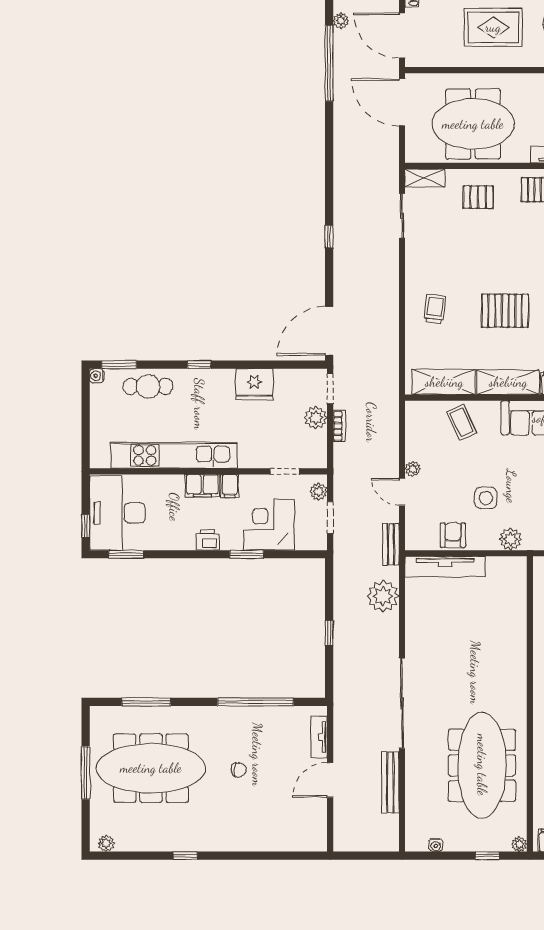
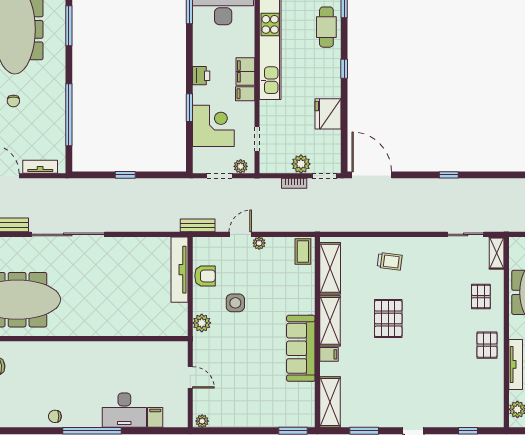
coffee table: (462, 422) -> (303, 252), moved, turned -65
plant: (383, 596) -> (155, 219), removed

